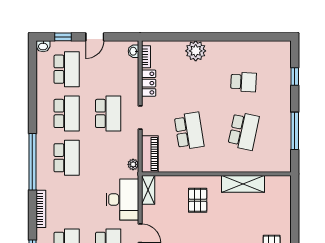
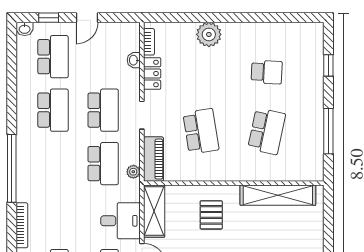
washbasin: (133, 51) -> (134, 60), moved
school desk: (67, 158) -> (103, 164), moved
shelving: (243, 184) -> (278, 195), width x1.47
shelving: (148, 190) -> (154, 211), width x1.50, depth x1.33
desk: (122, 200) -> (120, 221), width x0.73

